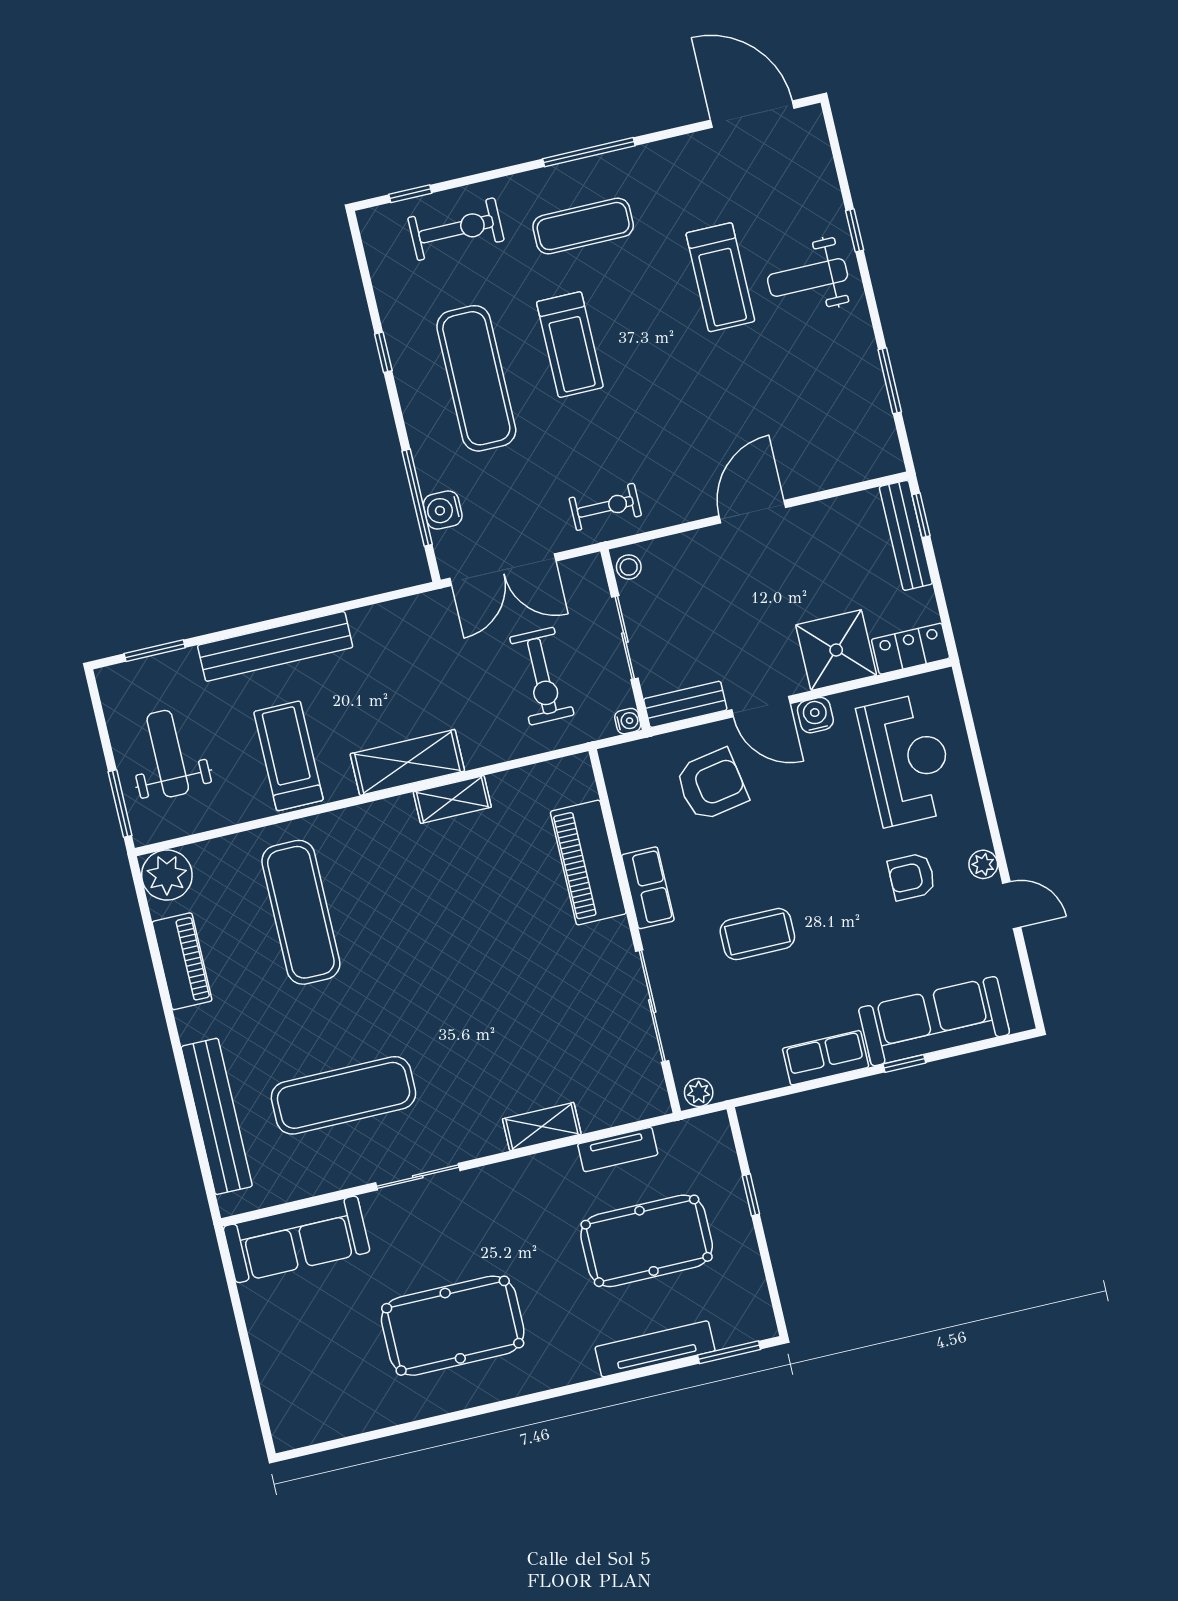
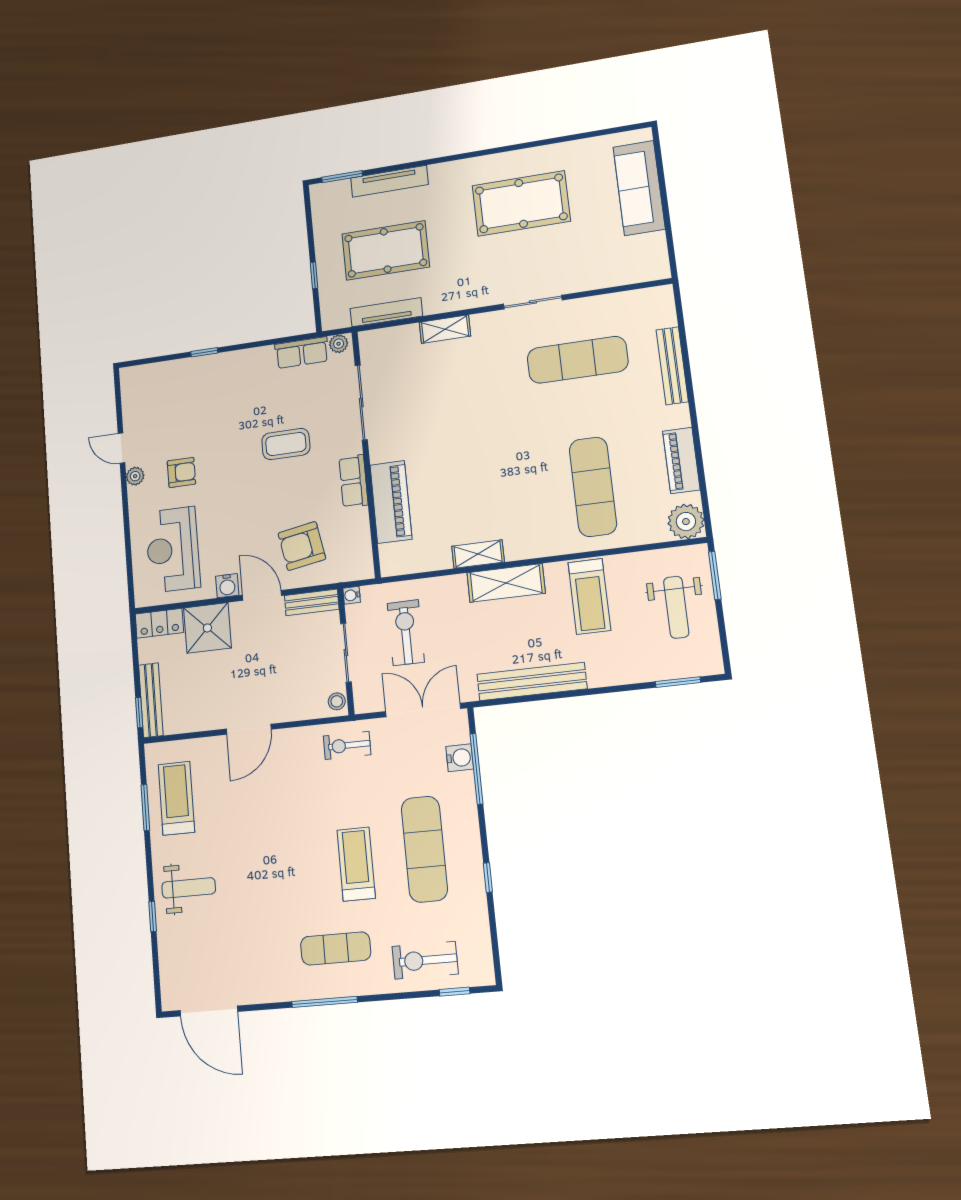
treadmill: (720, 277) -> (176, 798), moved
bench: (275, 646) -> (532, 682), moved
sofa: (934, 1021) -> (181, 378), removed
row of seats: (826, 1058) -> (302, 353), moved
bench: (217, 1116) -> (672, 366), width x0.73, depth x0.82
tv unit: (618, 1149) -> (386, 312), width x1.41
sofa: (297, 1239) -> (639, 188), moved, turned -90

